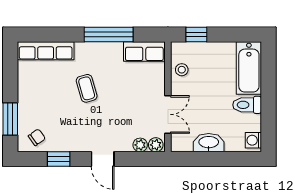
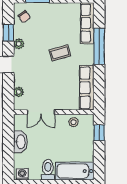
window: (109, 34) -> (99, 46), moved
row of seats: (144, 52) -> (87, 88), width x1.48
plant: (156, 145) -> (19, 44), moved

